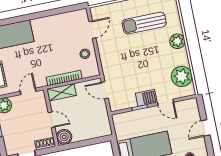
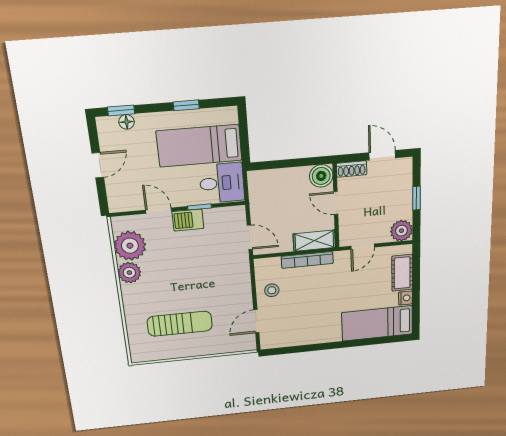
plant: (177, 41) -> (129, 273), moved
desk: (127, 125) -> (222, 183), added

